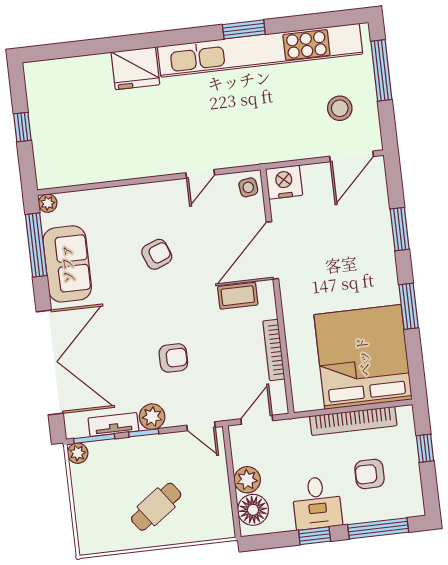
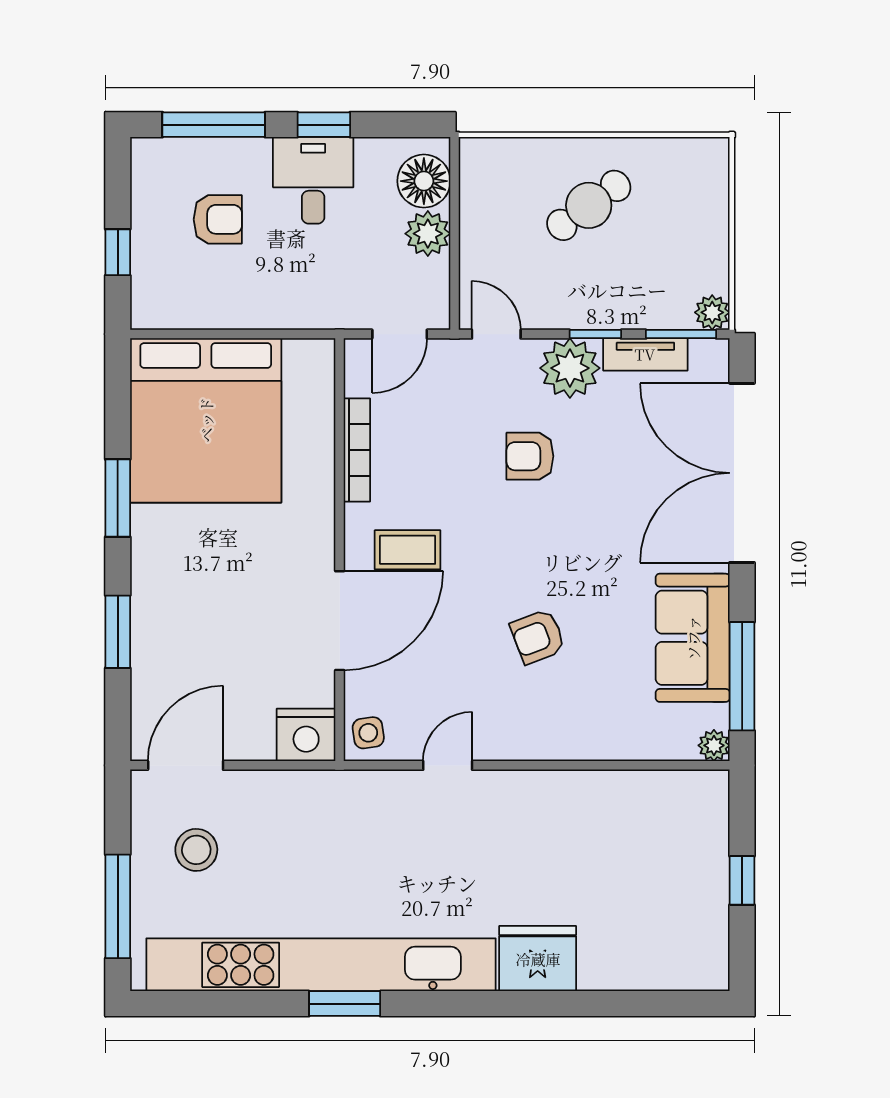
plant: (152, 417) -> (570, 368), width x1.36, depth x1.36
bookcase: (353, 421) -> (235, 313), removed

